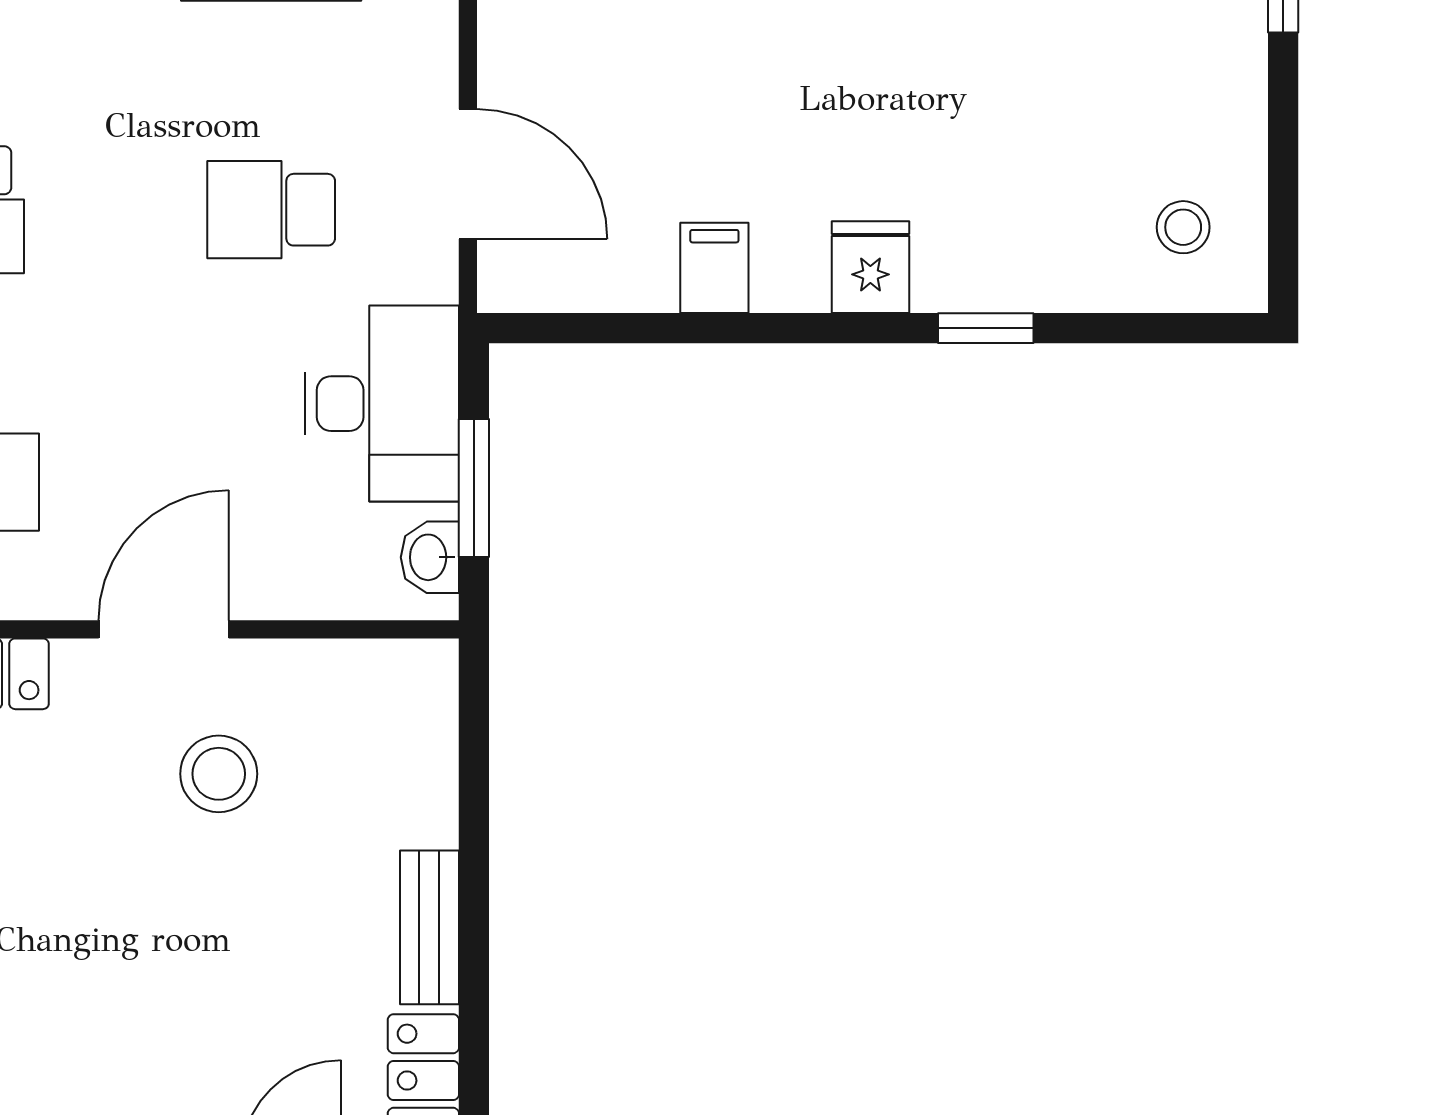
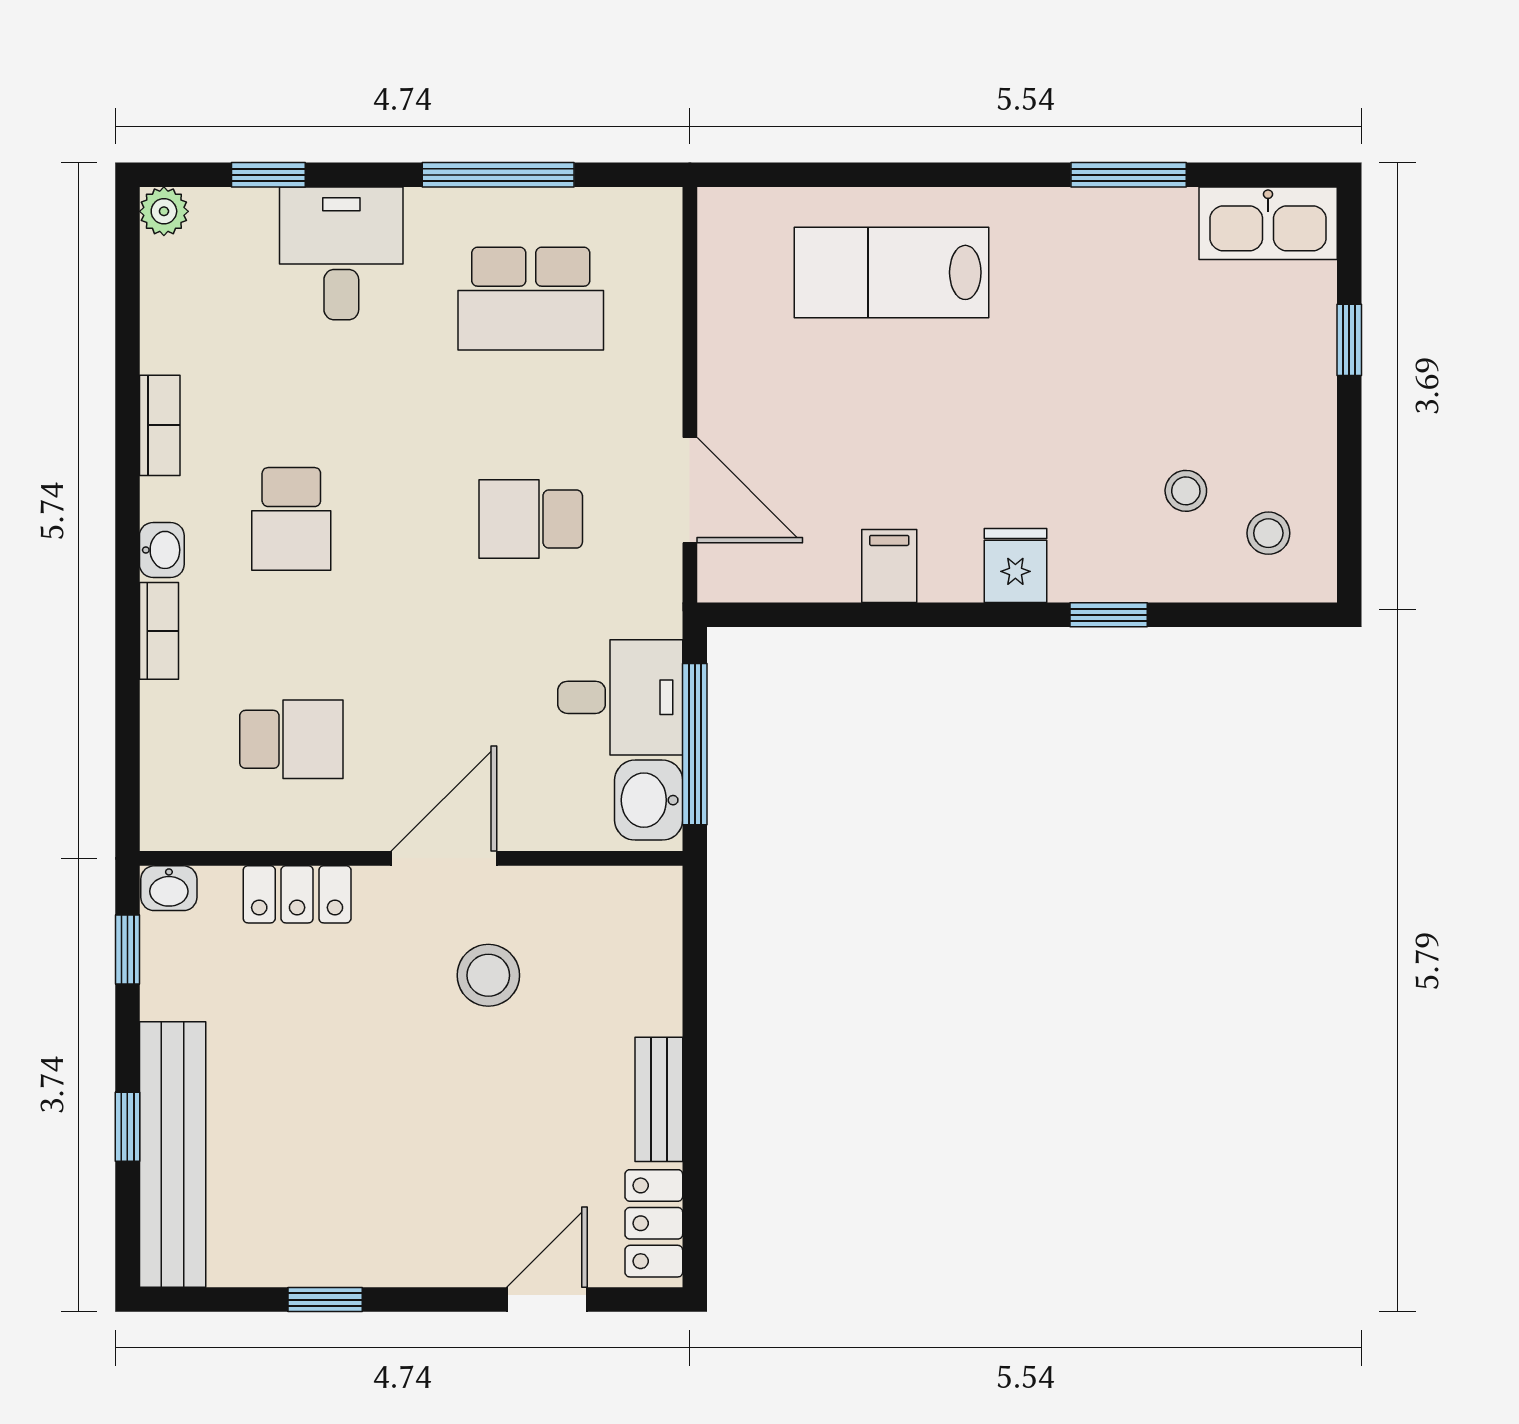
stool: (1081, 175) -> (1186, 491), added
desk: (382, 404) -> (620, 697), width x0.73
window: (474, 488) -> (695, 744), width x1.44
washbasin: (430, 557) -> (649, 800), width x1.38, depth x1.45

